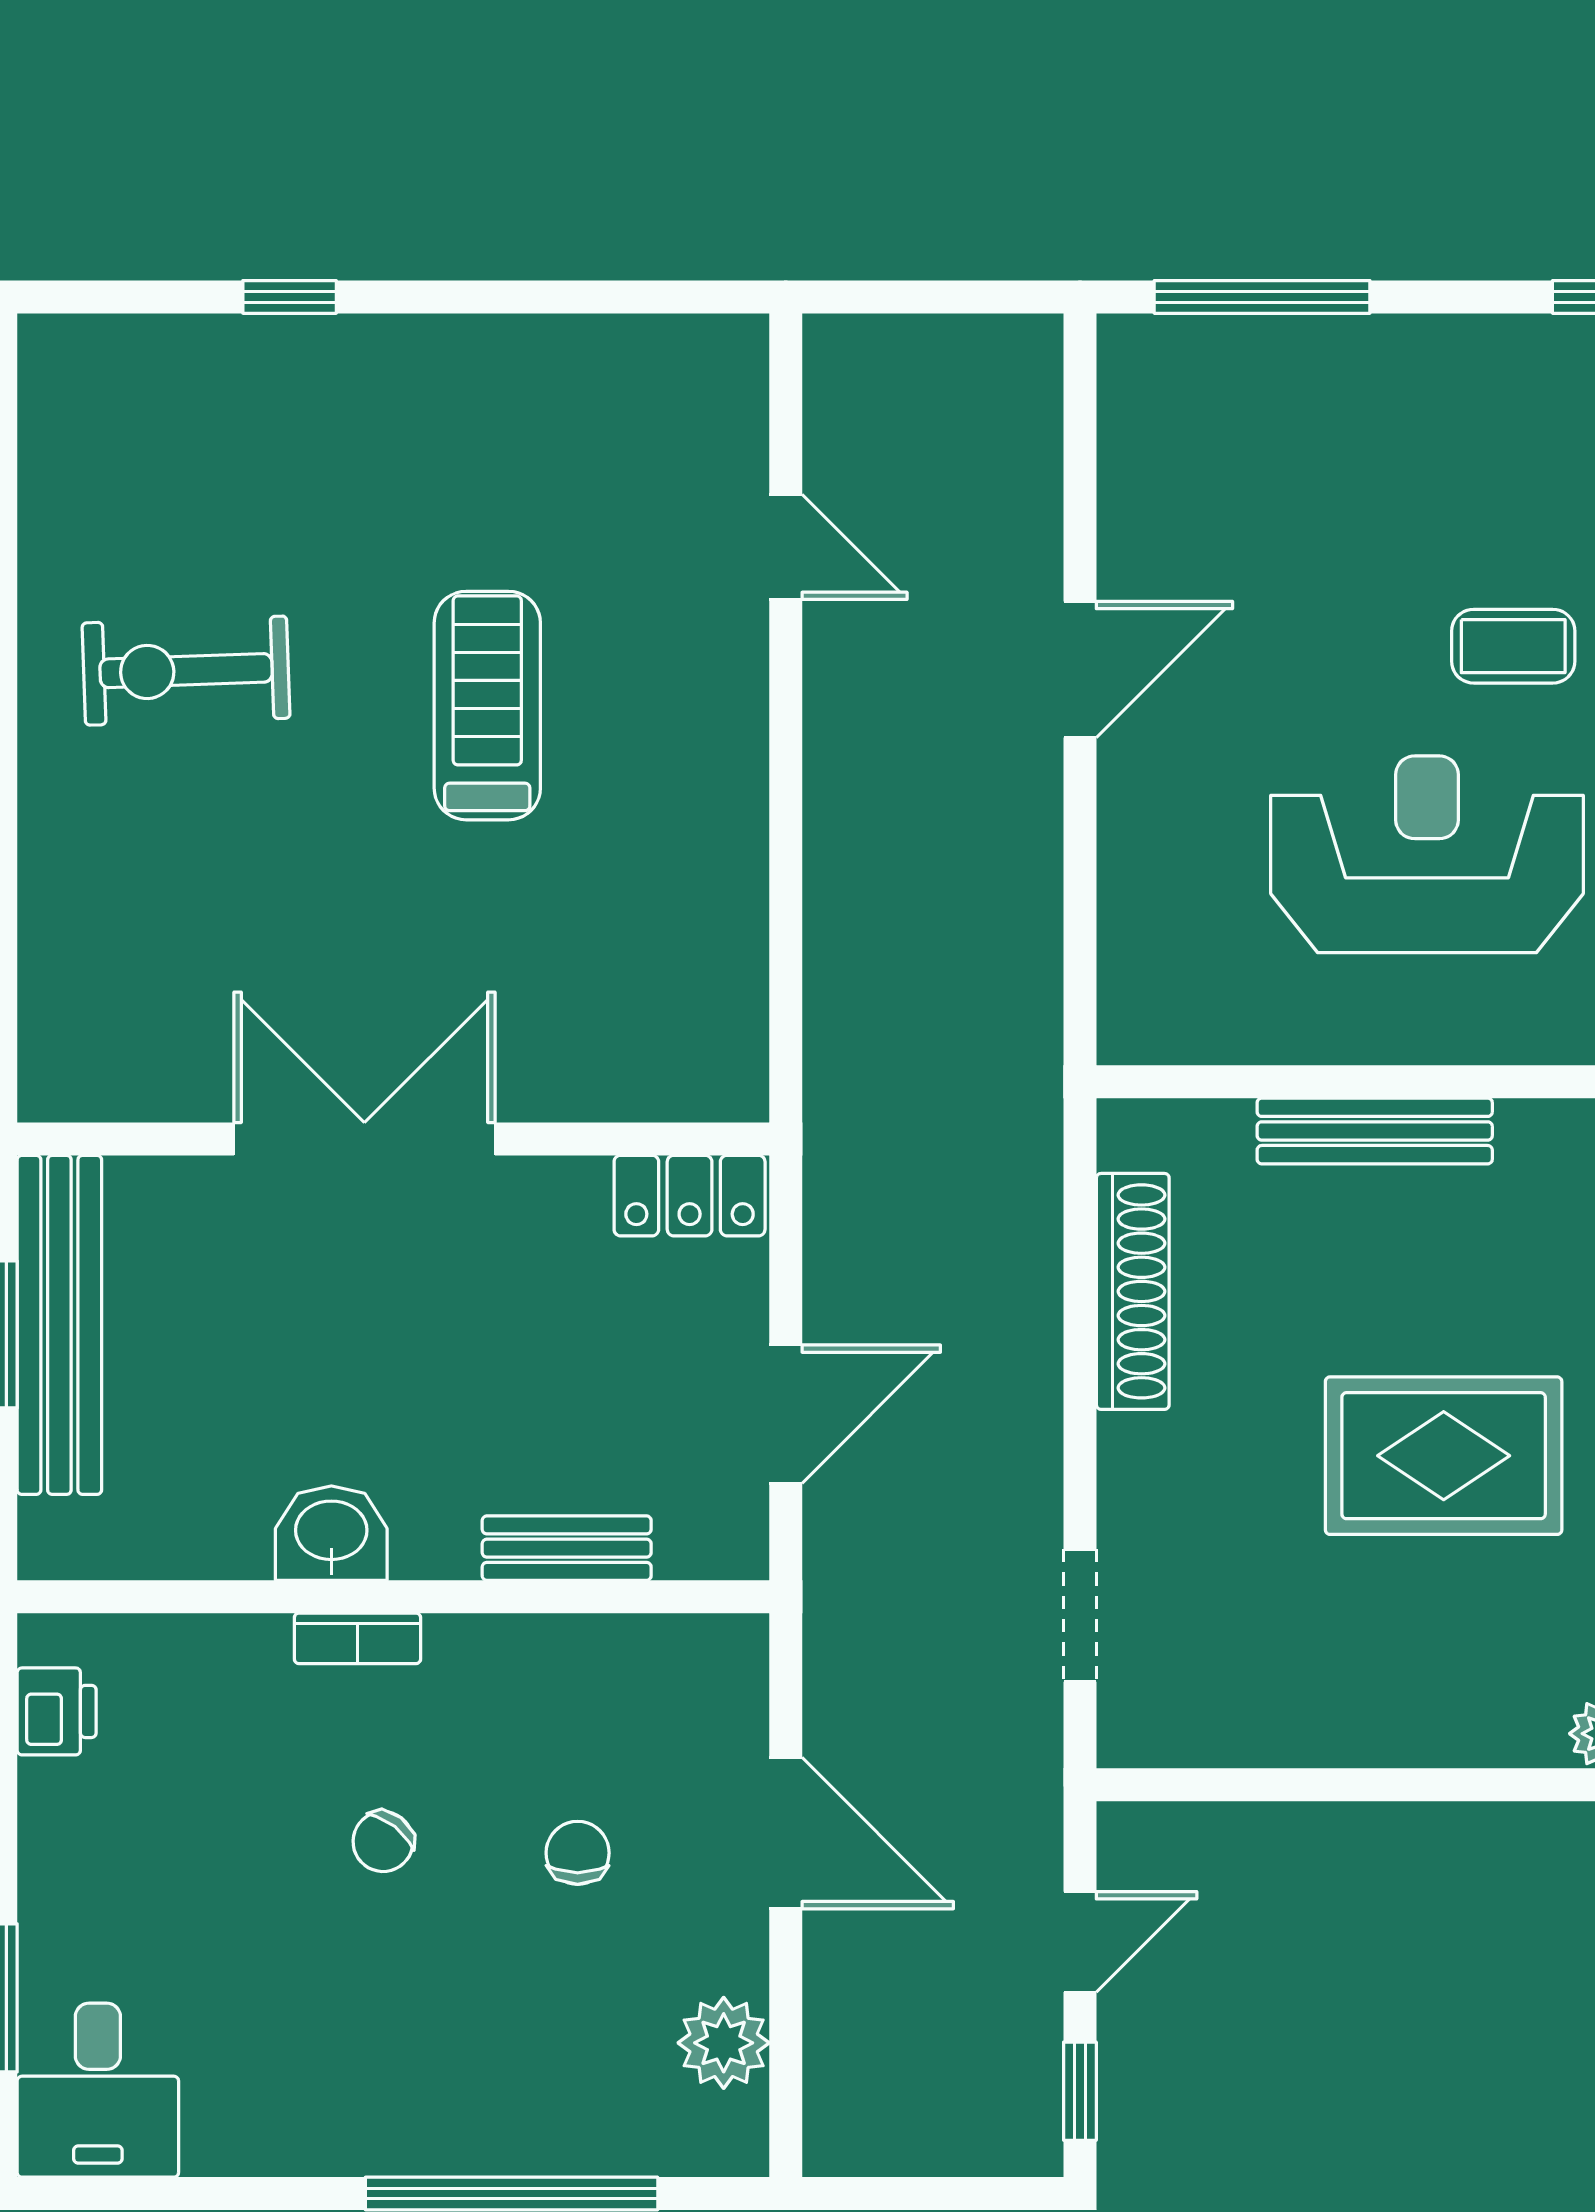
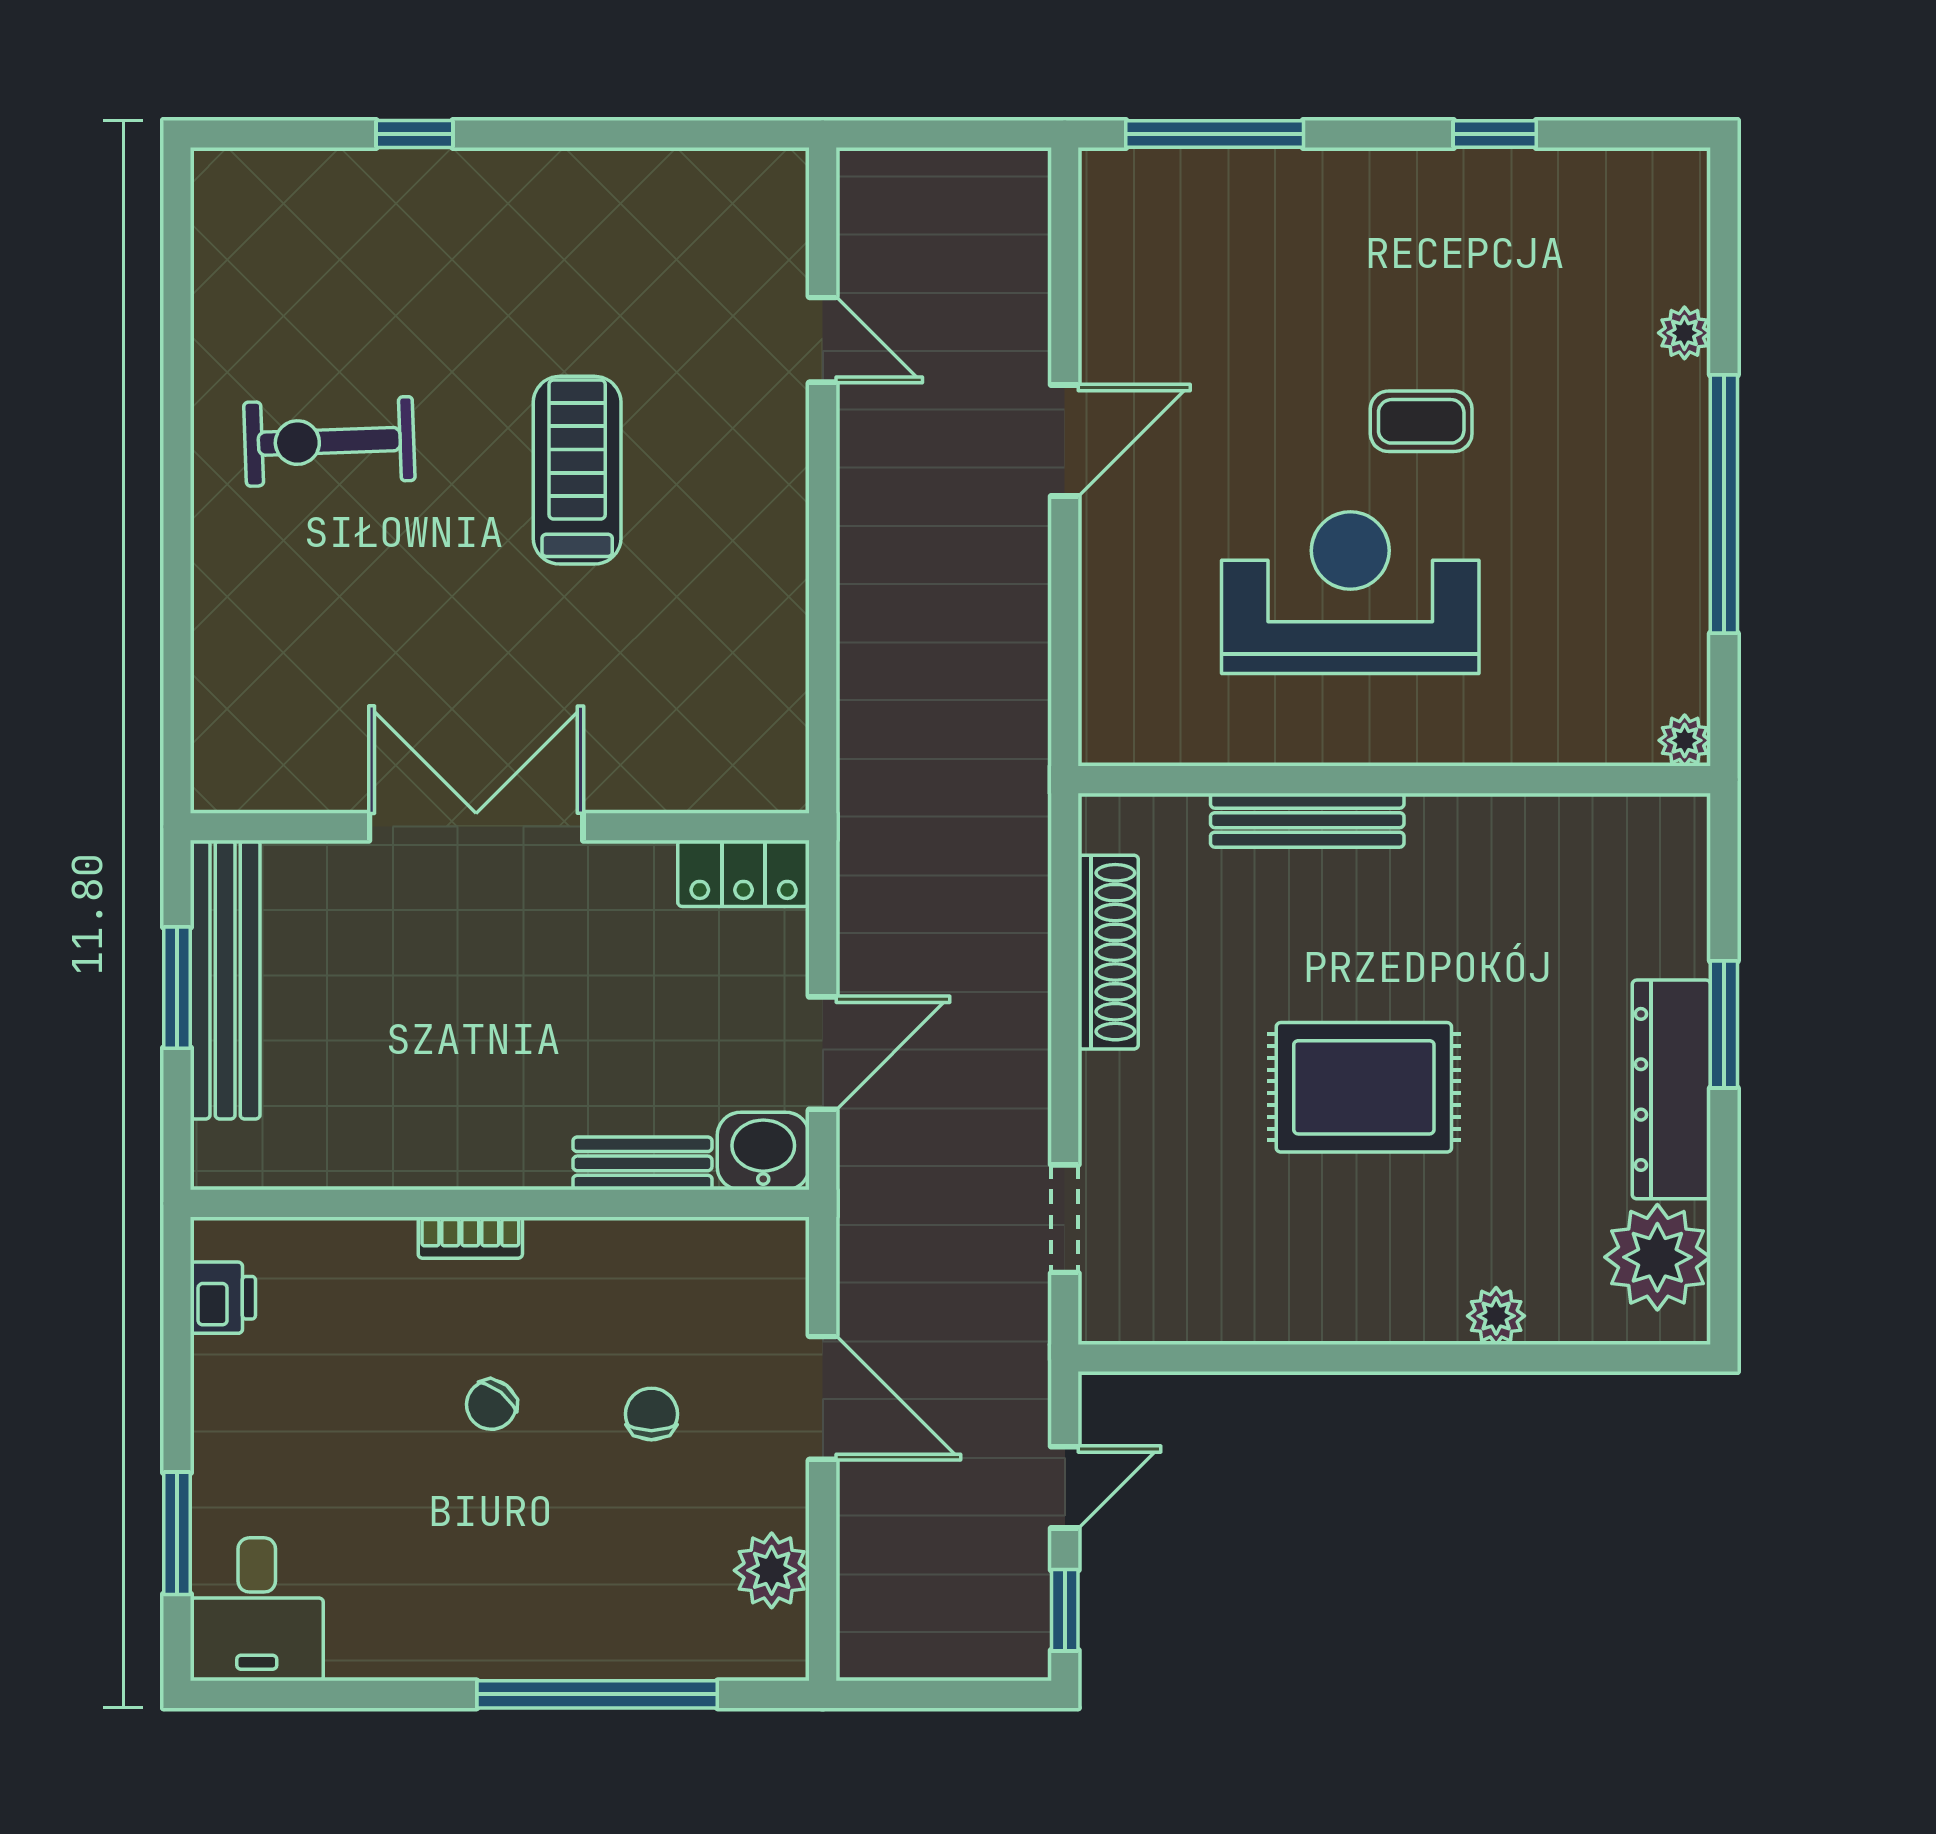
washbasin: (331, 1533) -> (763, 1151), moved

